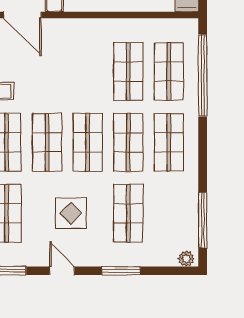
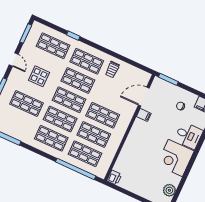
shop shelf: (88, 71) -> (103, 115), added
door: (62, 271) -> (14, 60), hinge flipped

